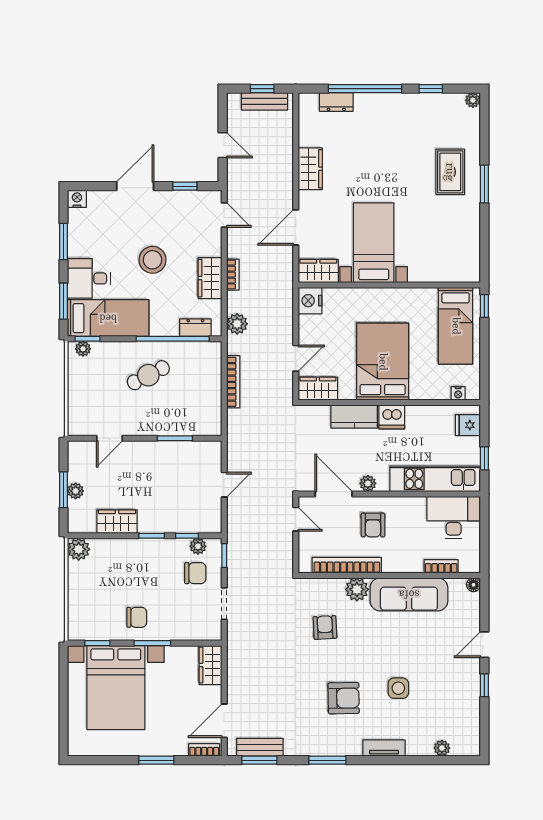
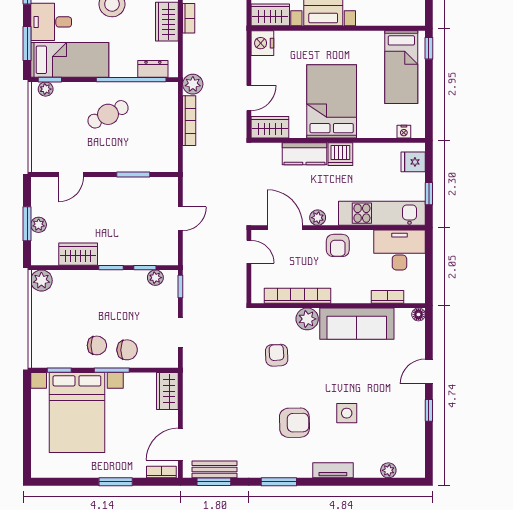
plant: (237, 324) -> (193, 84), moved
armchair: (373, 525) -> (338, 245), moved
chair: (195, 573) -> (127, 350), moved

